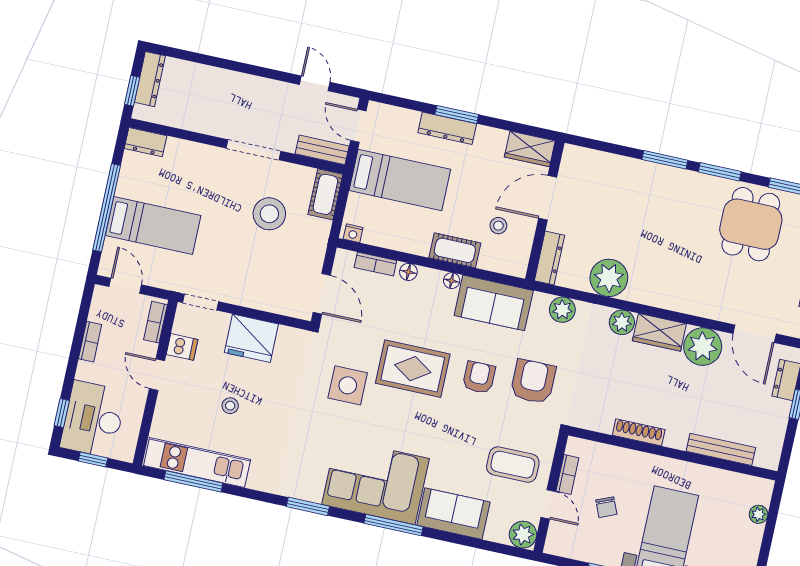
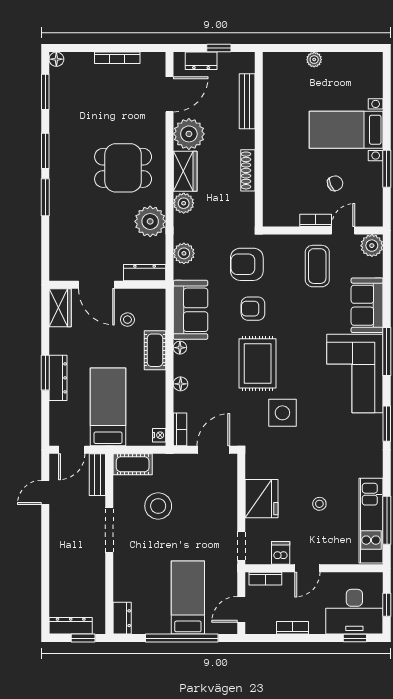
dining table: (751, 224) -> (123, 168), moved
bookcase: (375, 264) -> (180, 429), moved
shoe rack: (639, 432) -> (248, 170), moved
bench: (721, 449) -> (247, 101), moved
wall: (673, 453) -> (259, 139), moved

